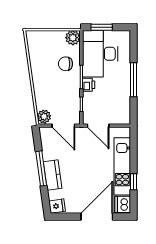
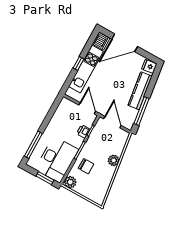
window: (134, 80) -> (33, 145), moved
printer: (89, 85) -> (83, 131), moved
plant: (44, 117) -> (114, 160), moved
window: (41, 168) -> (142, 111), moved
kitchen counter: (53, 175) -> (140, 91), width x1.50
window: (134, 182) -> (78, 64), moved

